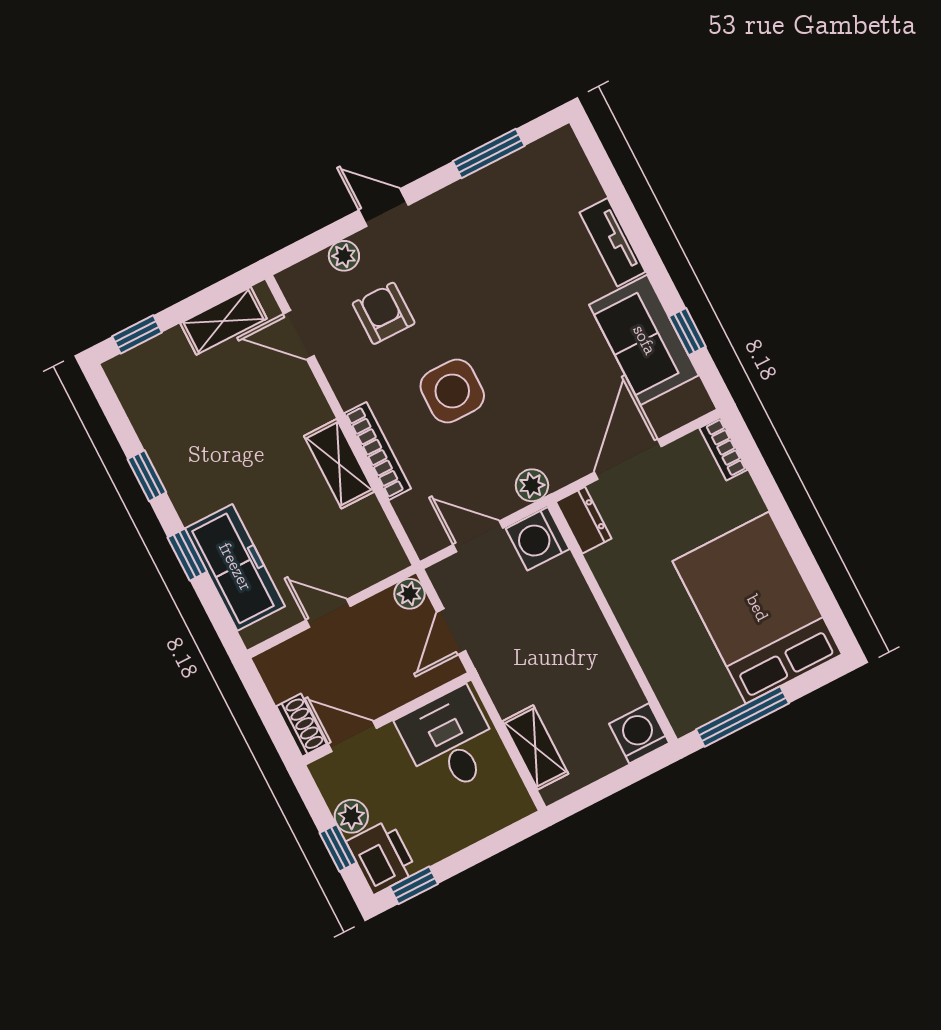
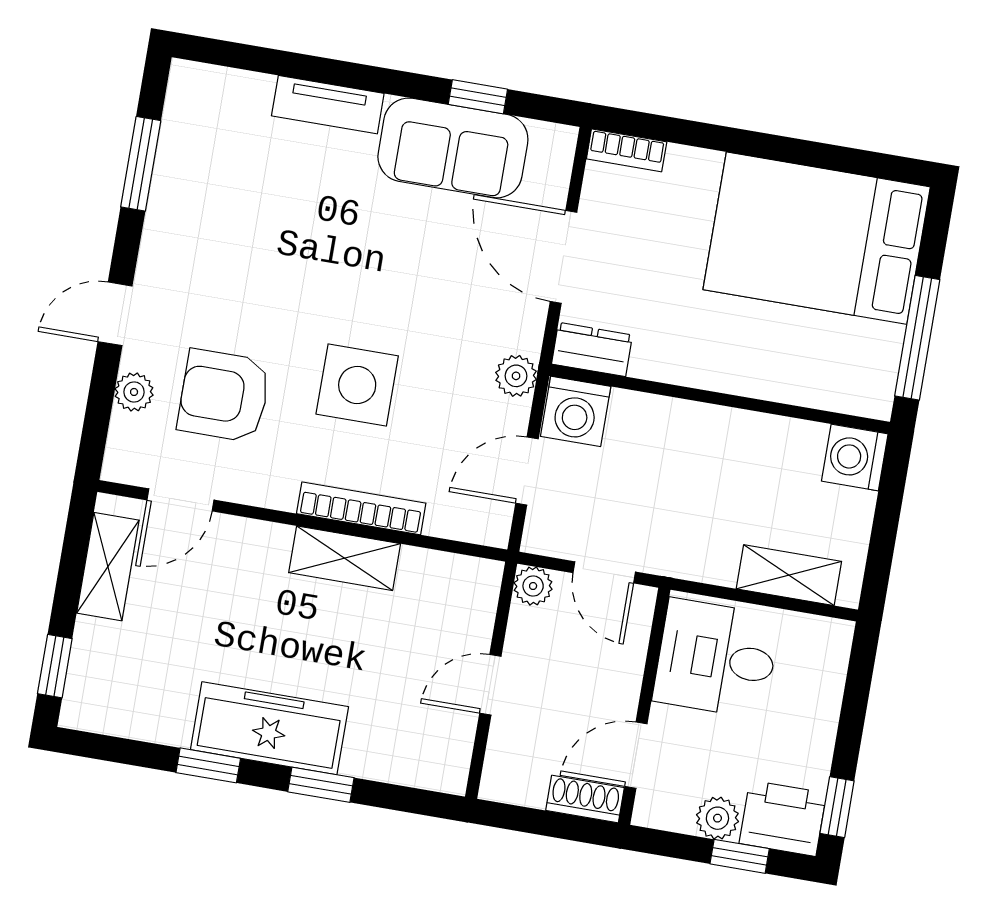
armchair: (384, 313) -> (224, 396), width x1.38, depth x1.38
freezer: (235, 567) -> (269, 728), moved

